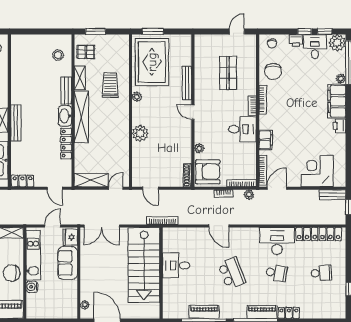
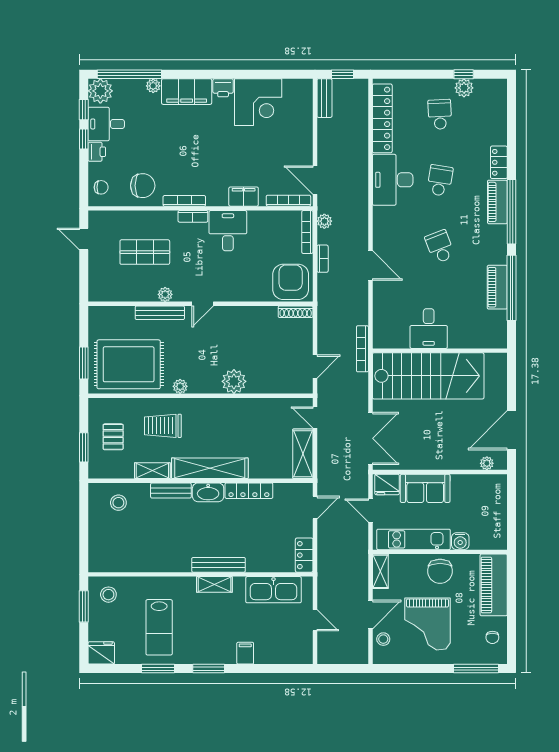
pallet: (86, 52) -> (113, 437), moved
plant: (199, 148) -> (165, 294), moved
corner desk: (317, 171) -> (258, 102), moved, turned -90
door: (219, 226) -> (370, 265), hinge flipped
school desk: (232, 273) -> (440, 247), width x0.54
plant: (339, 289) -> (464, 88), added

